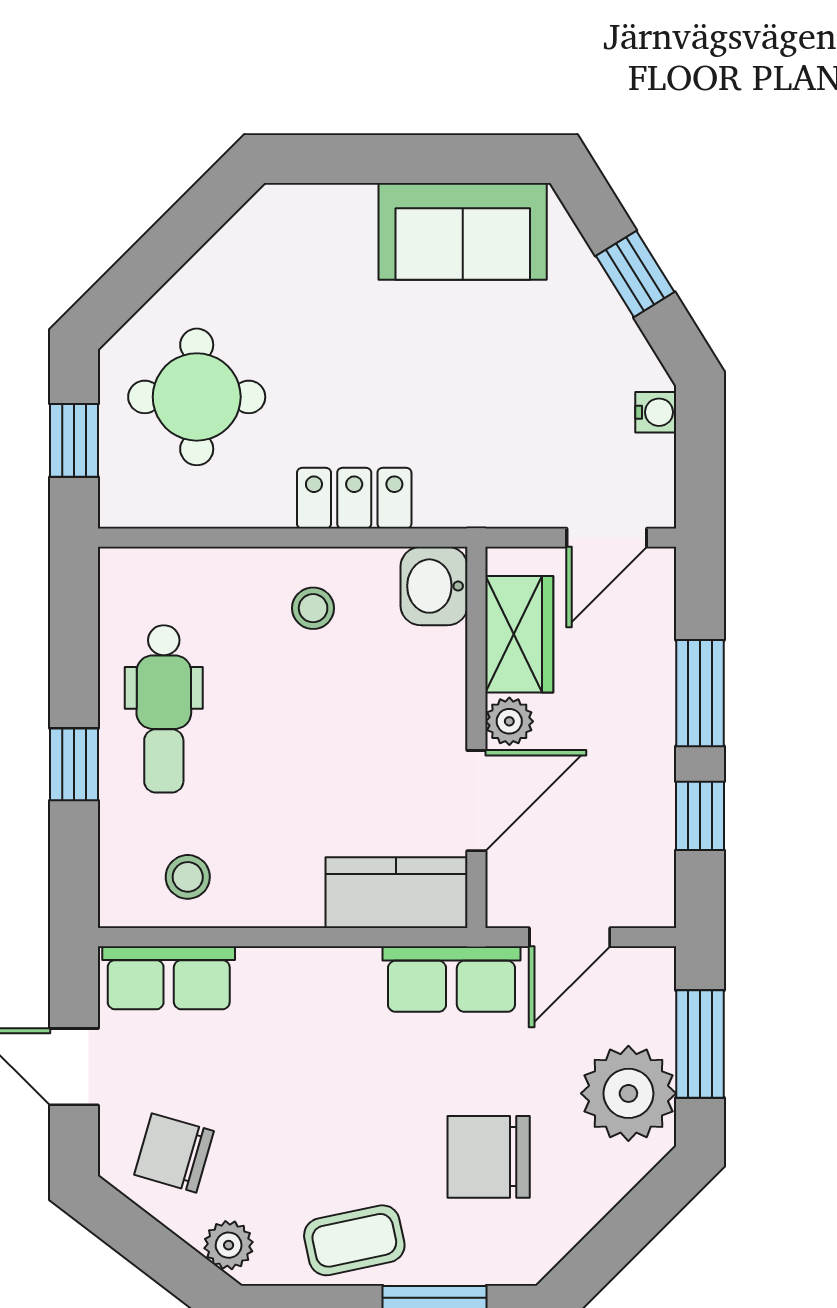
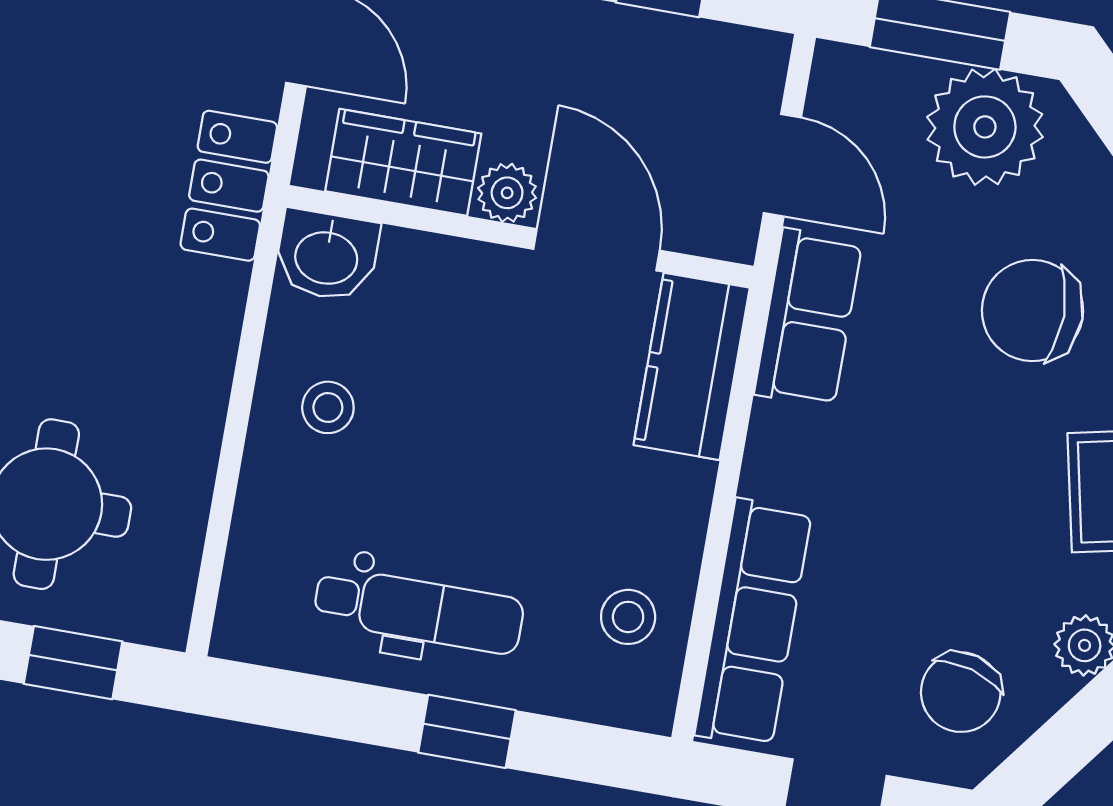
locker: (354, 498) -> (229, 186), moved
row of seats: (169, 978) -> (753, 623), width x1.48
chair: (489, 1157) -> (1032, 311), turned 90

